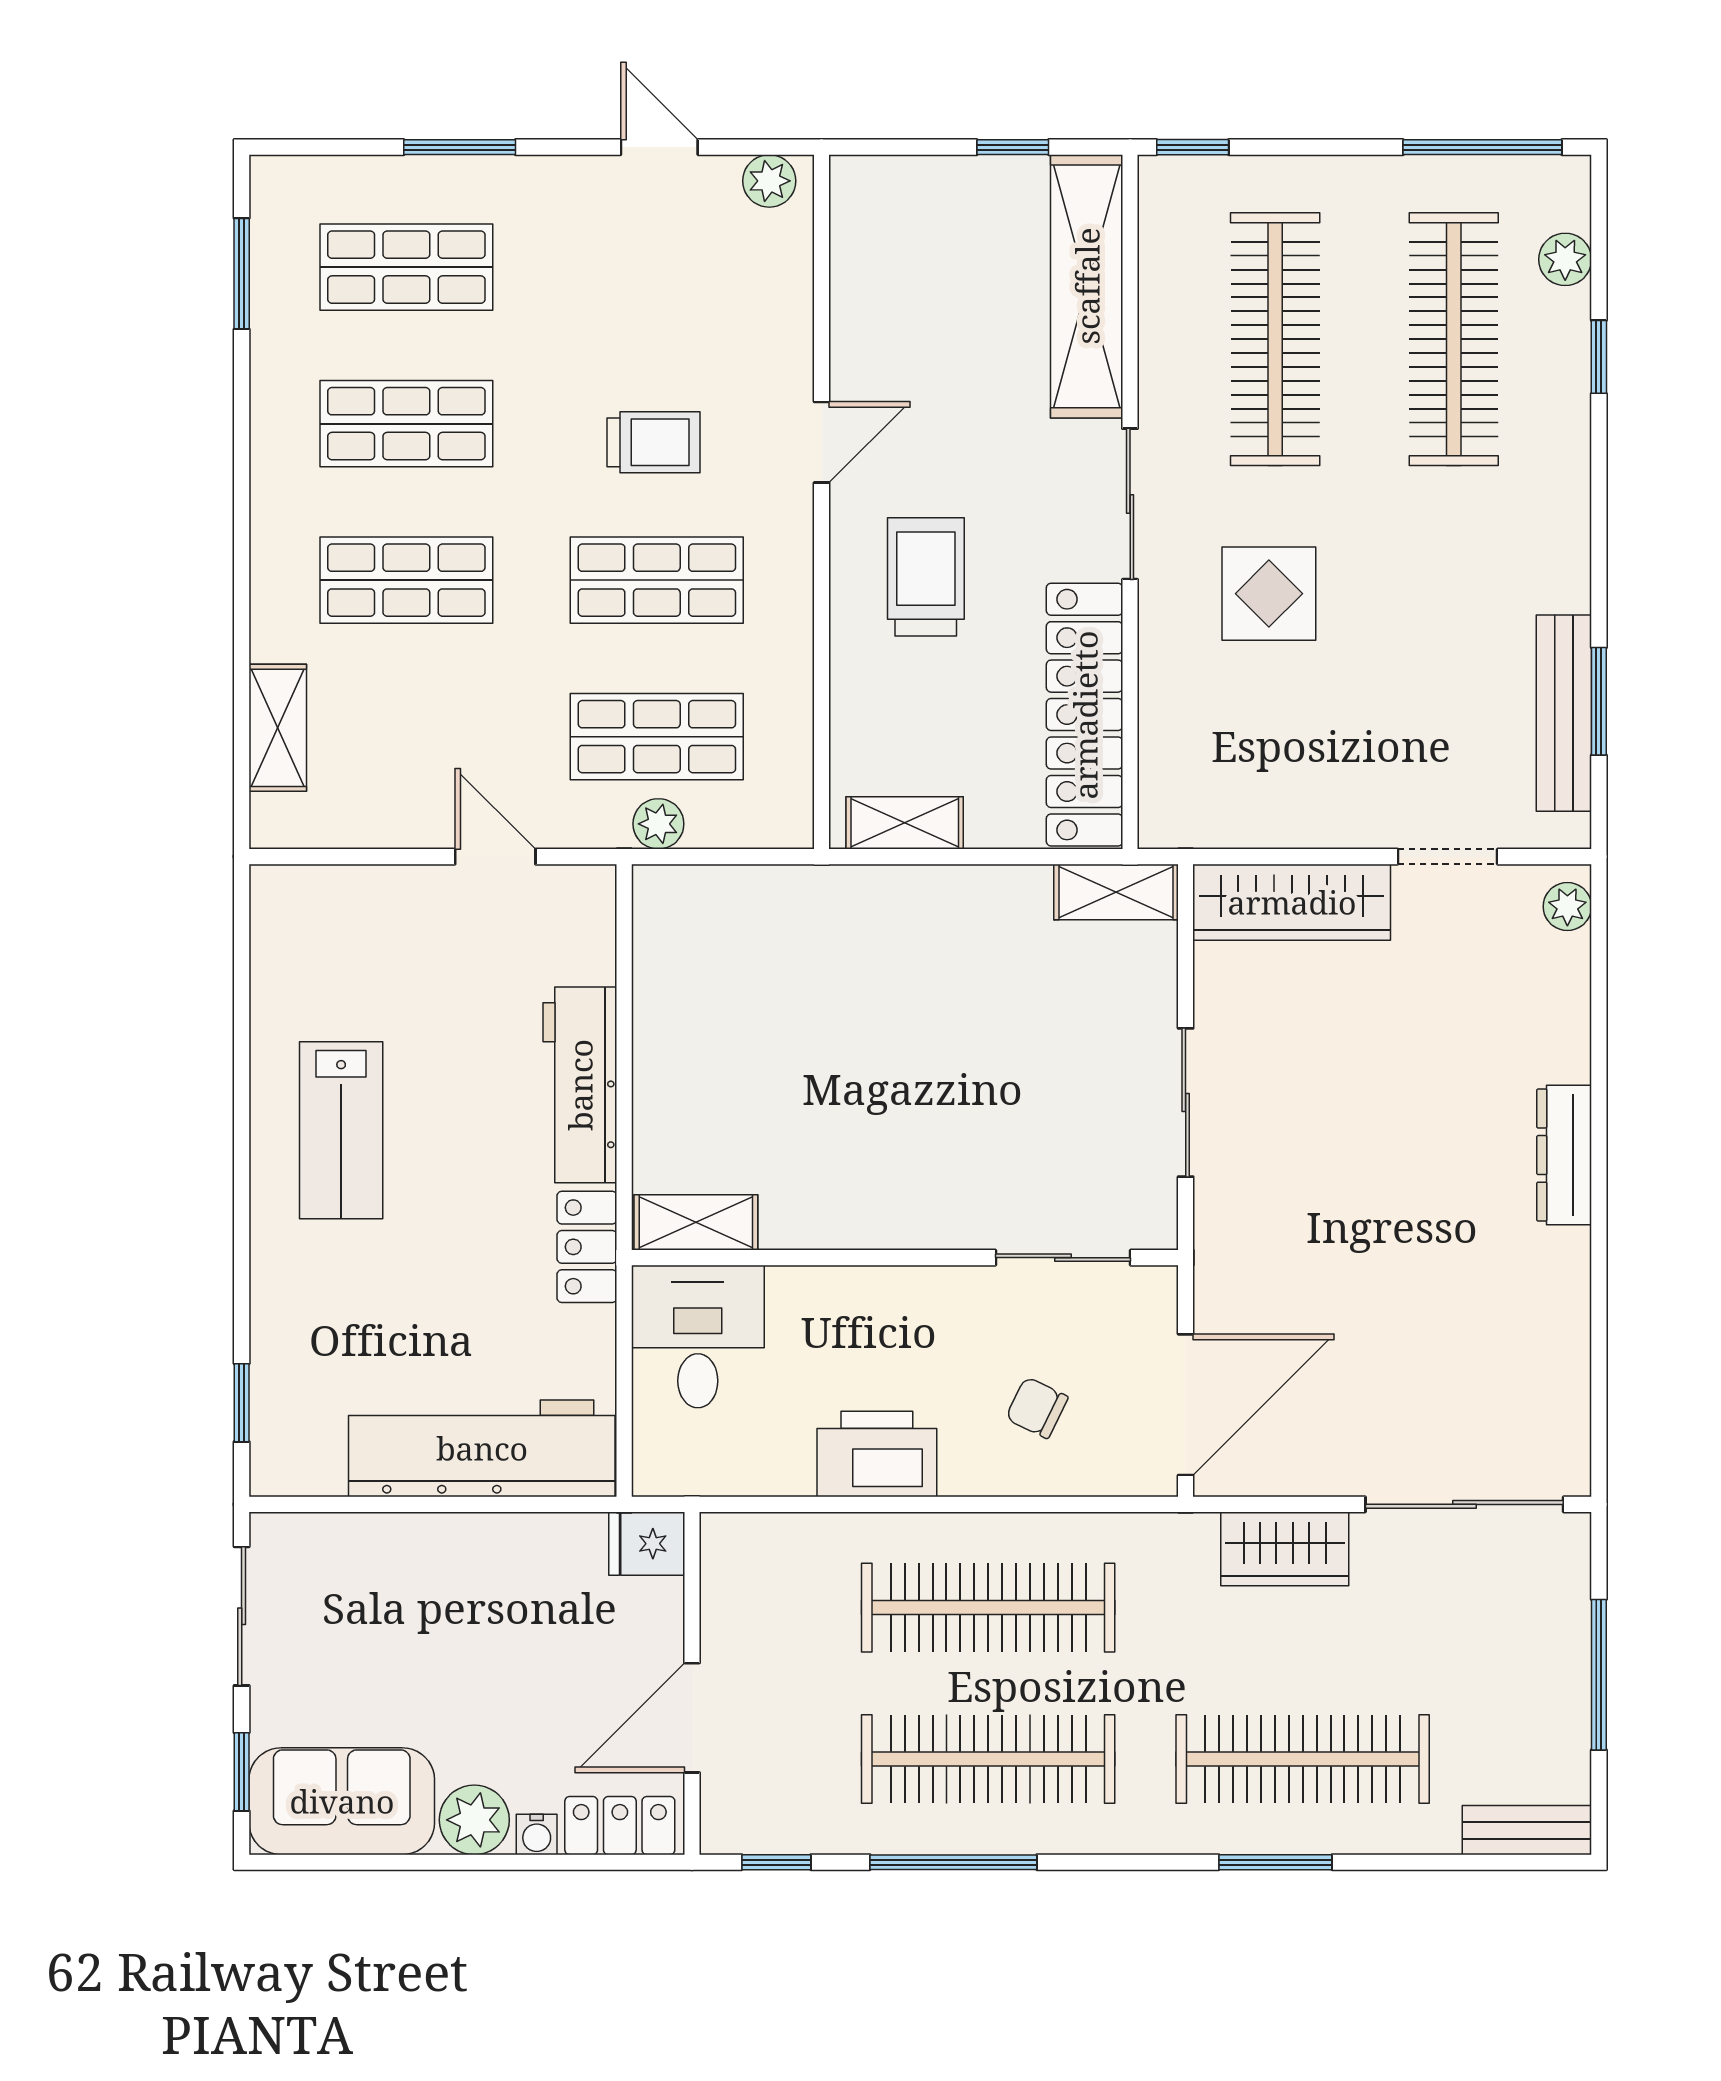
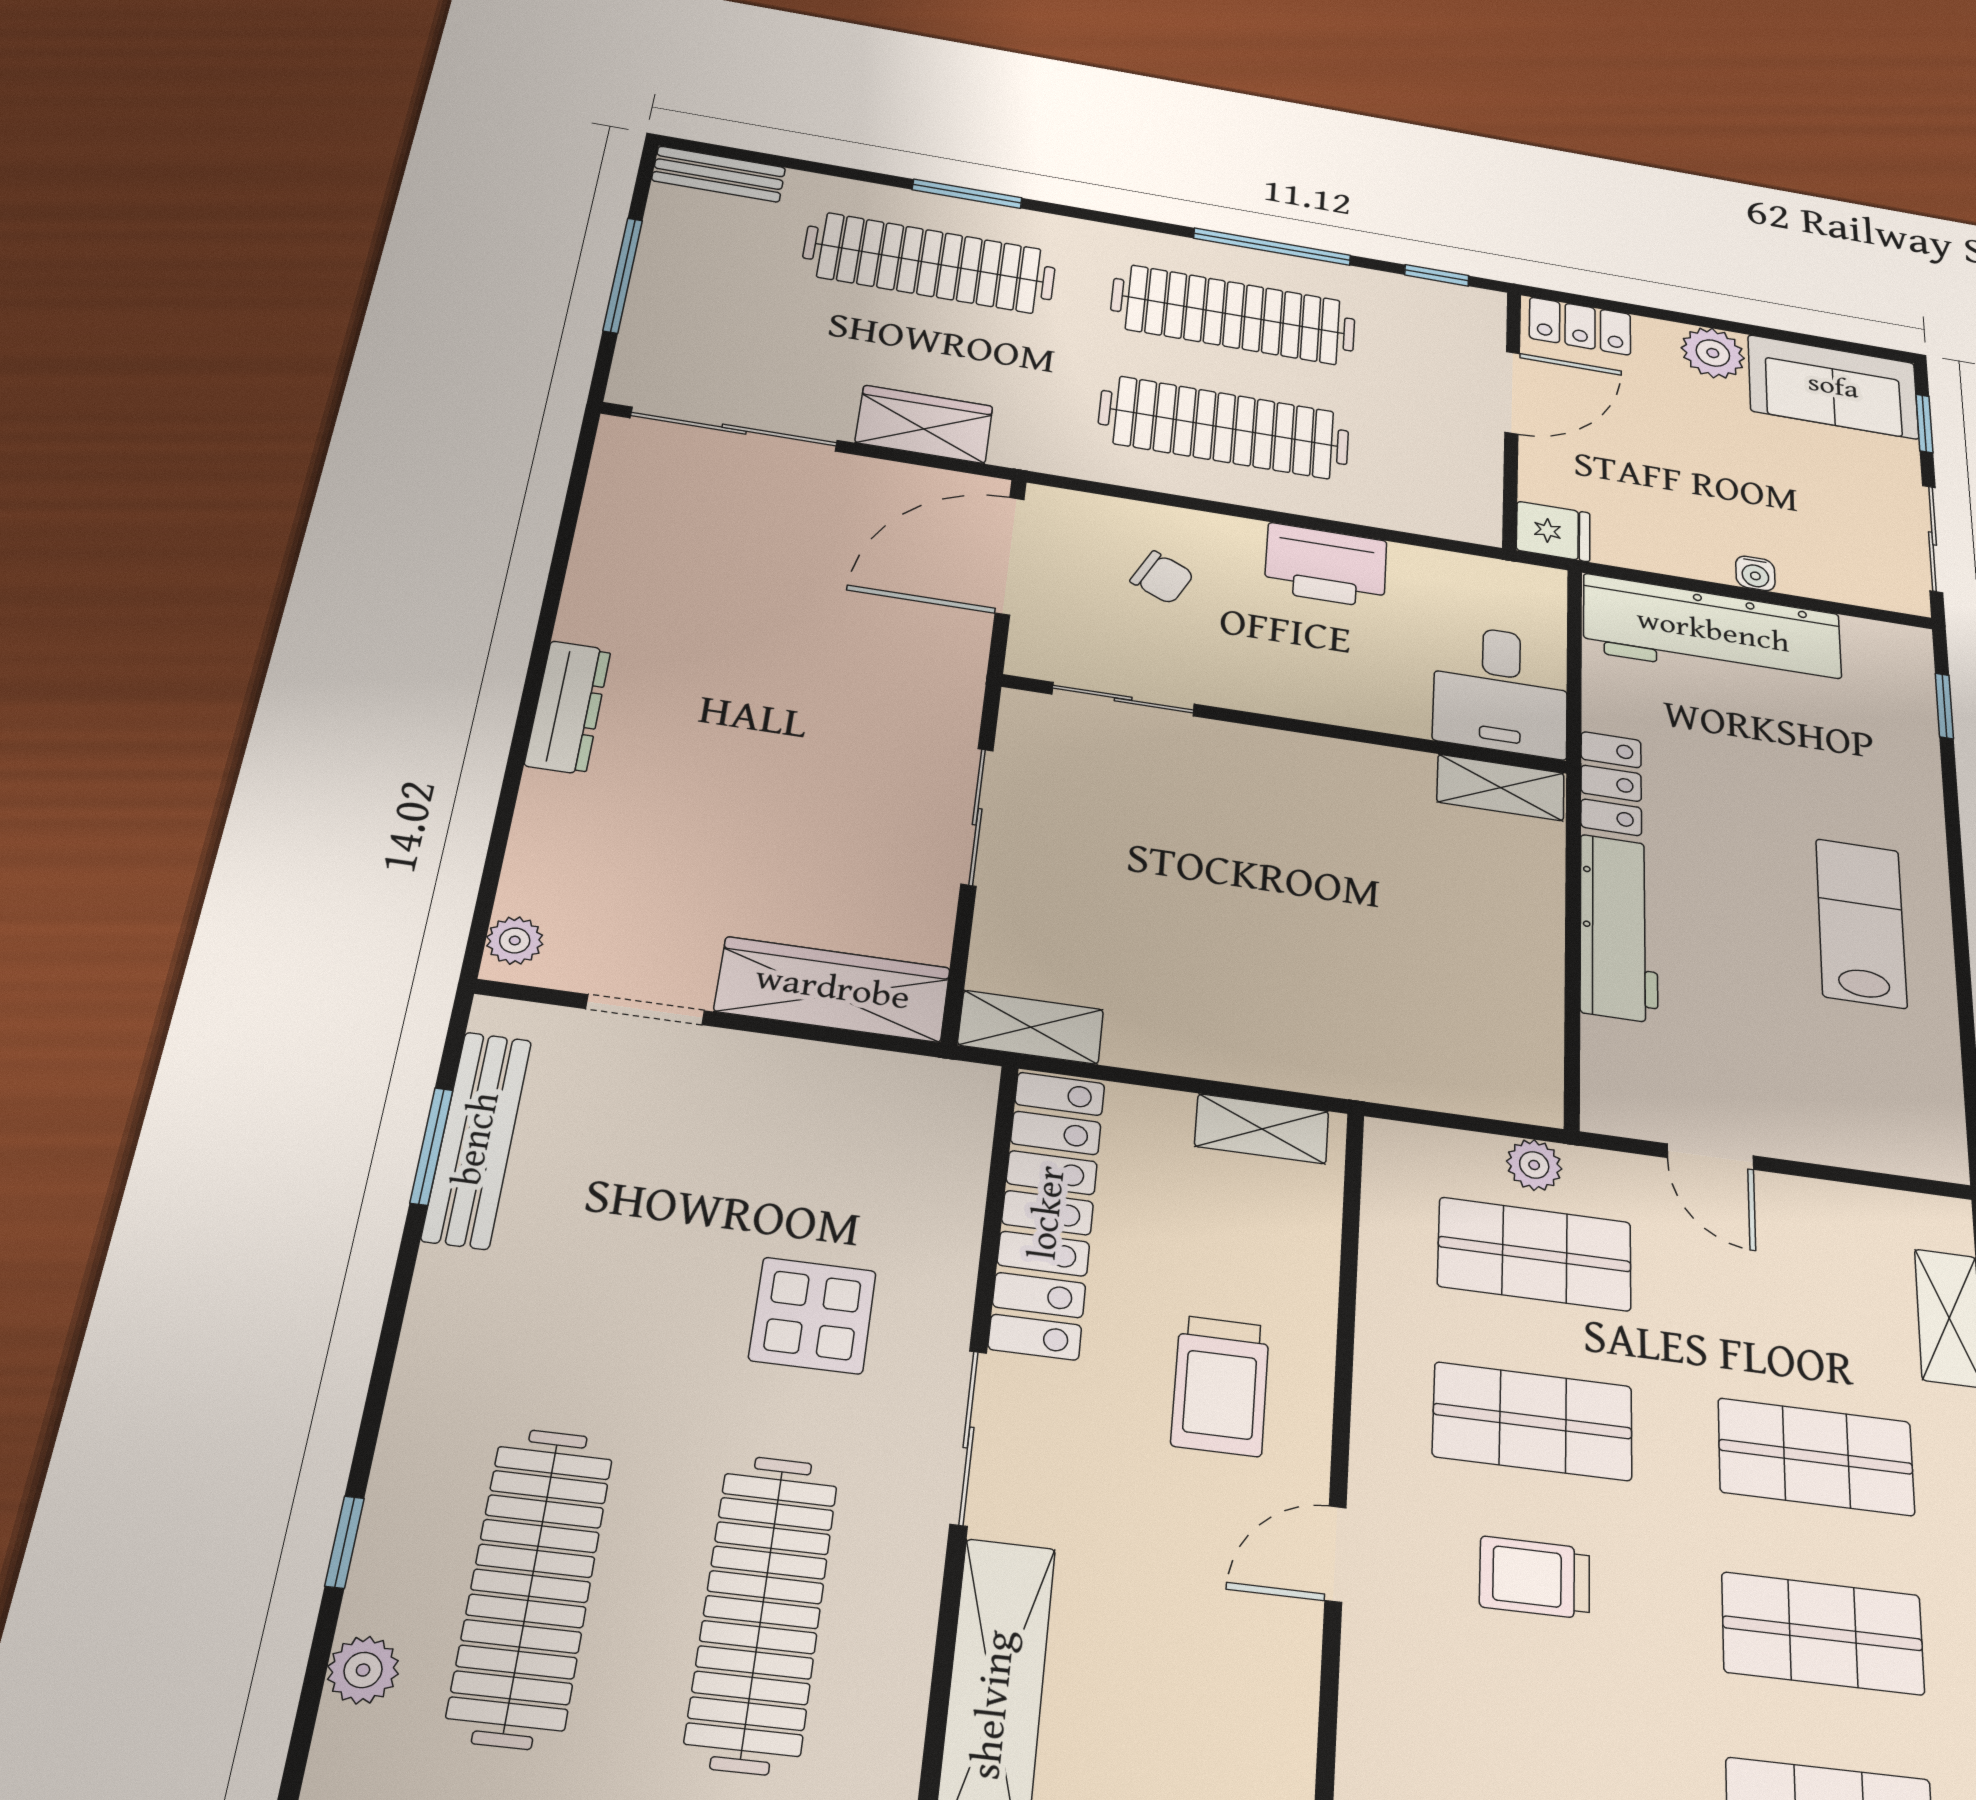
water cooler: (537, 1834) -> (1755, 573), moved, turned 180

